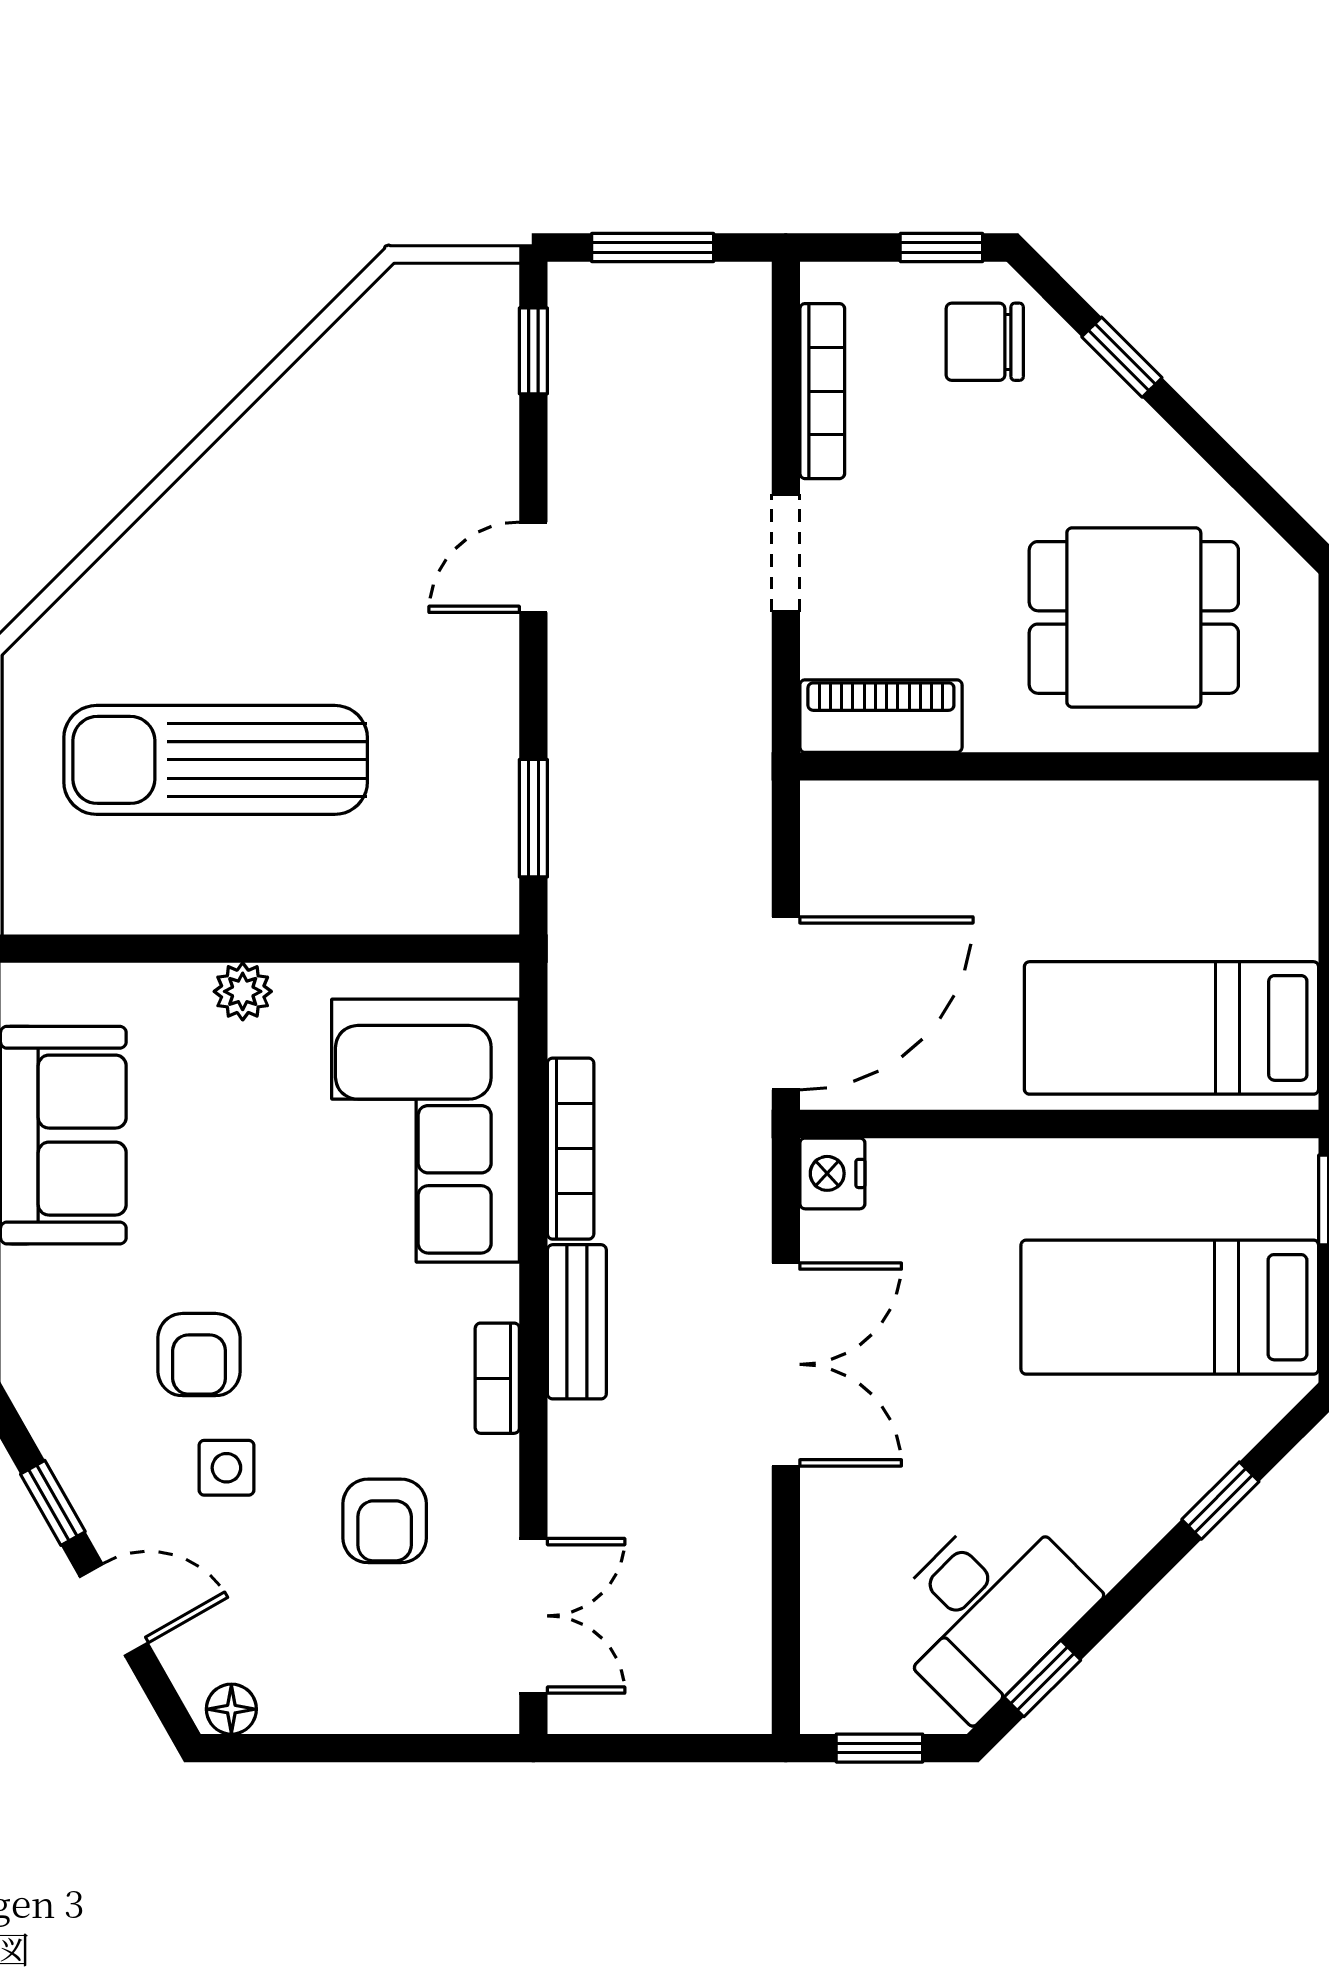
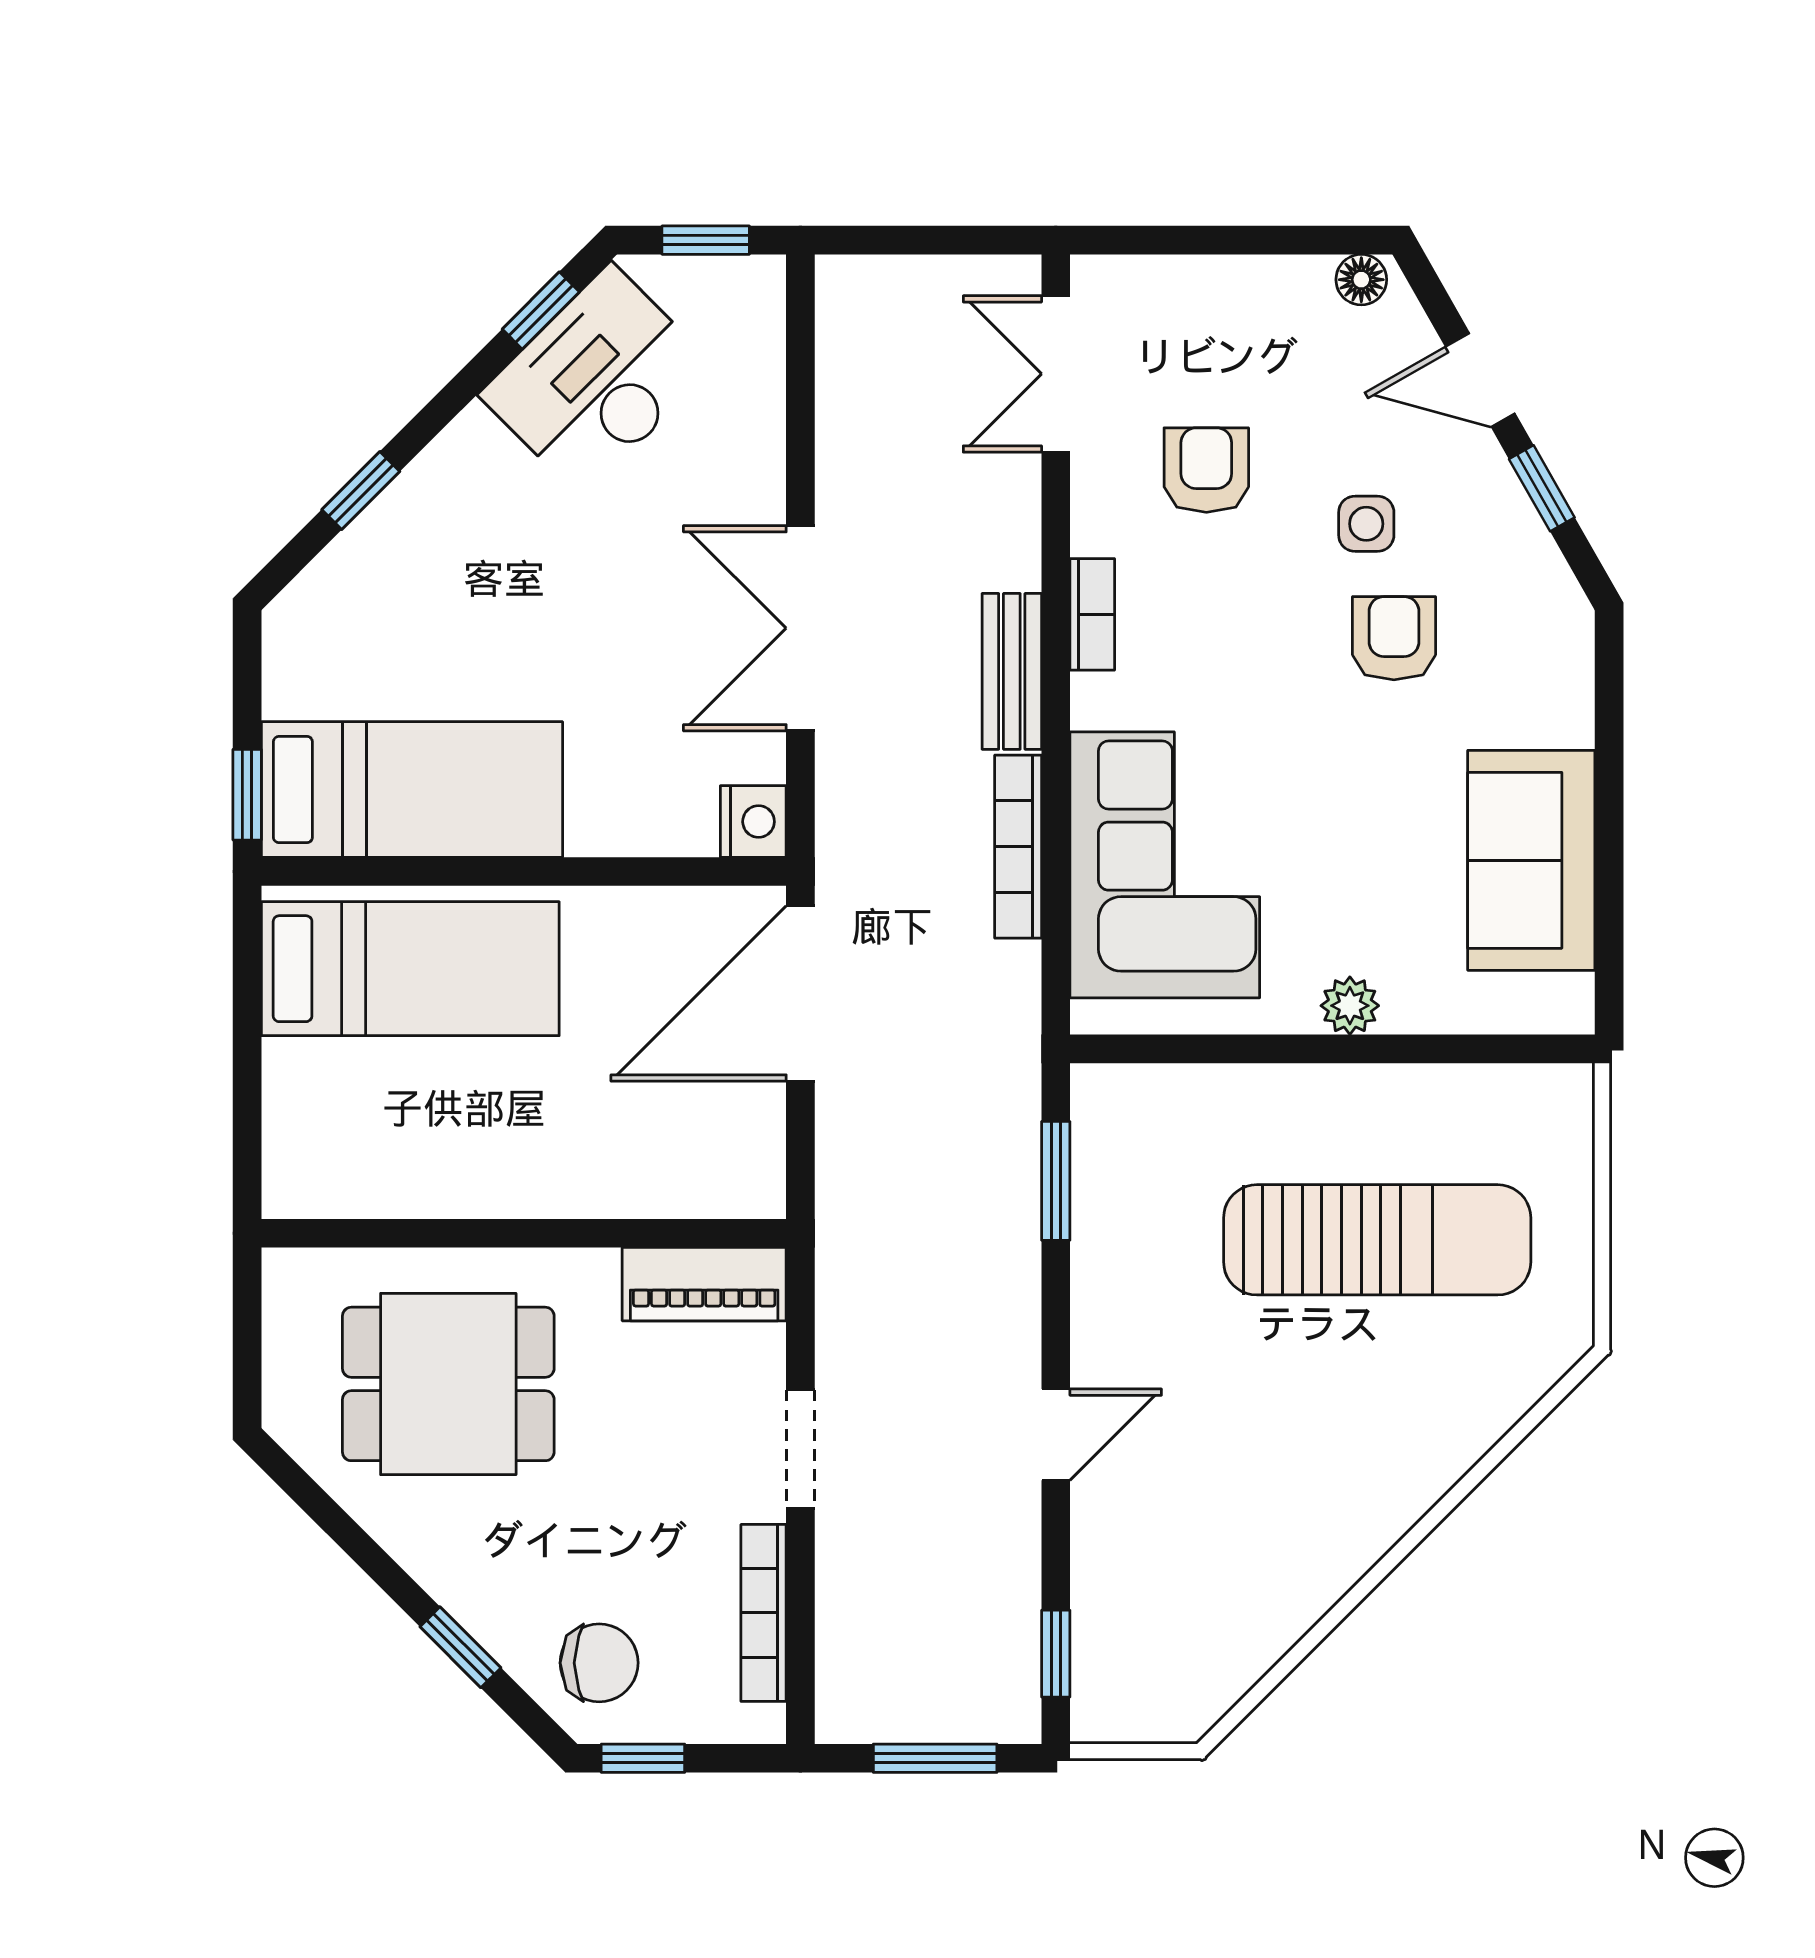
bed: (1170, 1307) -> (412, 790), moved

